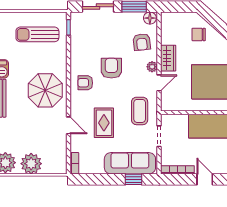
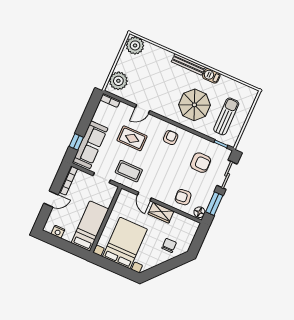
plant: (152, 67) -> (160, 197), removed
armchair: (111, 68) -> (201, 163), moved
parasol: (45, 90) -> (194, 105), moved
plant: (31, 164) -> (118, 81), moved

